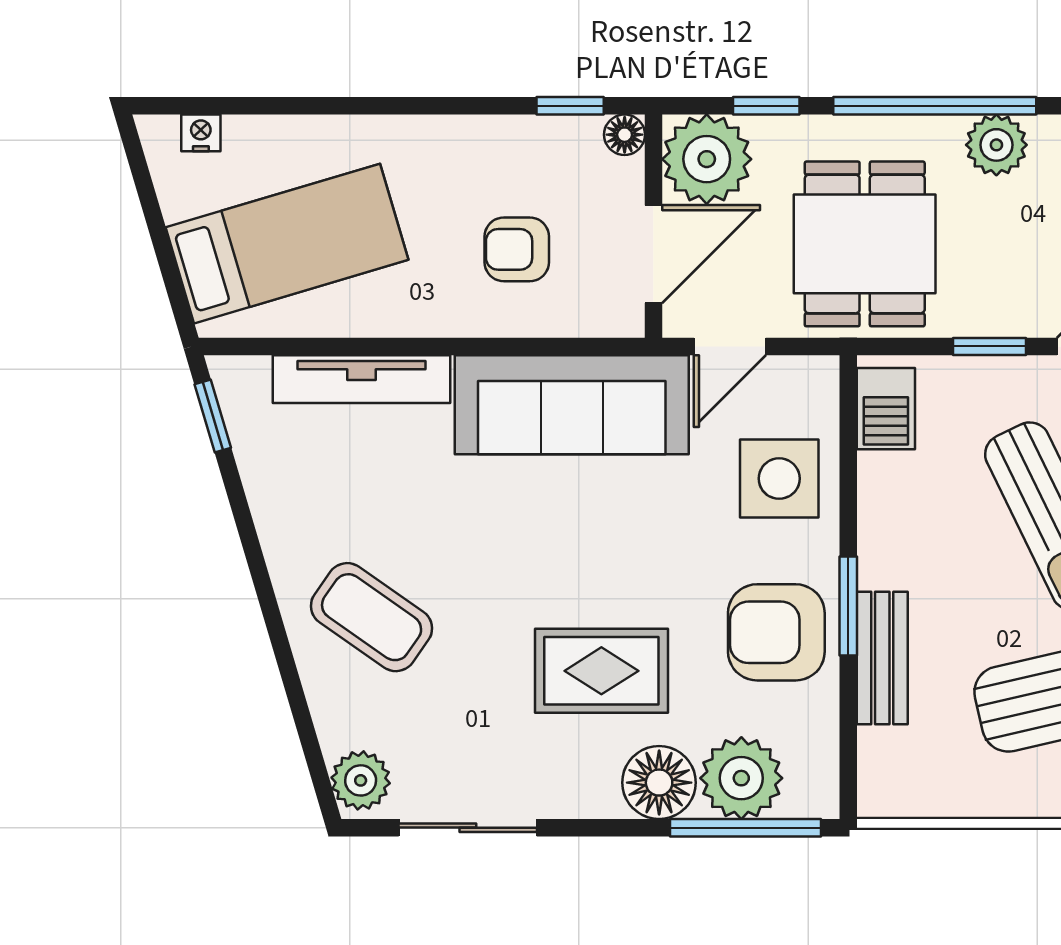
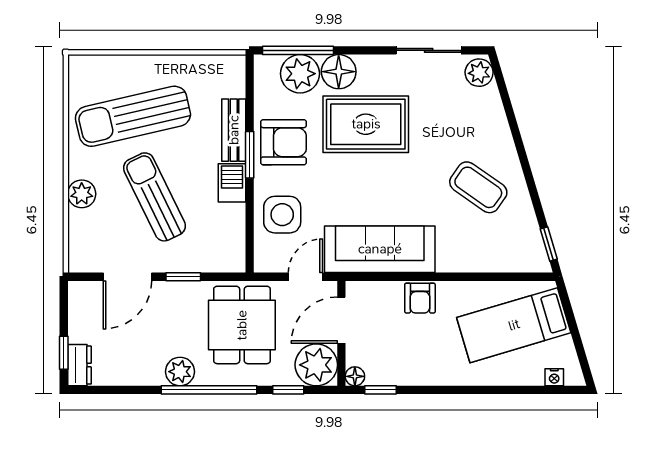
armchair: (517, 249) -> (420, 298), moved, turned 90
tv unit: (361, 379) -> (479, 261), removed
barbecue: (886, 409) -> (232, 183), moved
coffee table: (372, 617) -> (478, 187), moved
rug: (601, 671) -> (366, 124), width x1.36, depth x1.43

